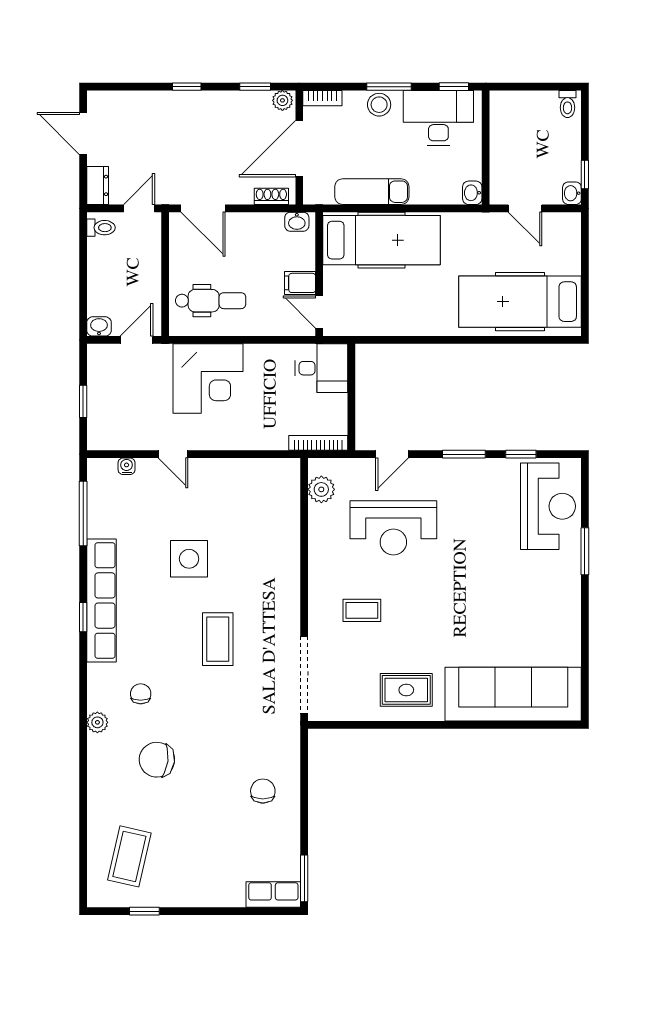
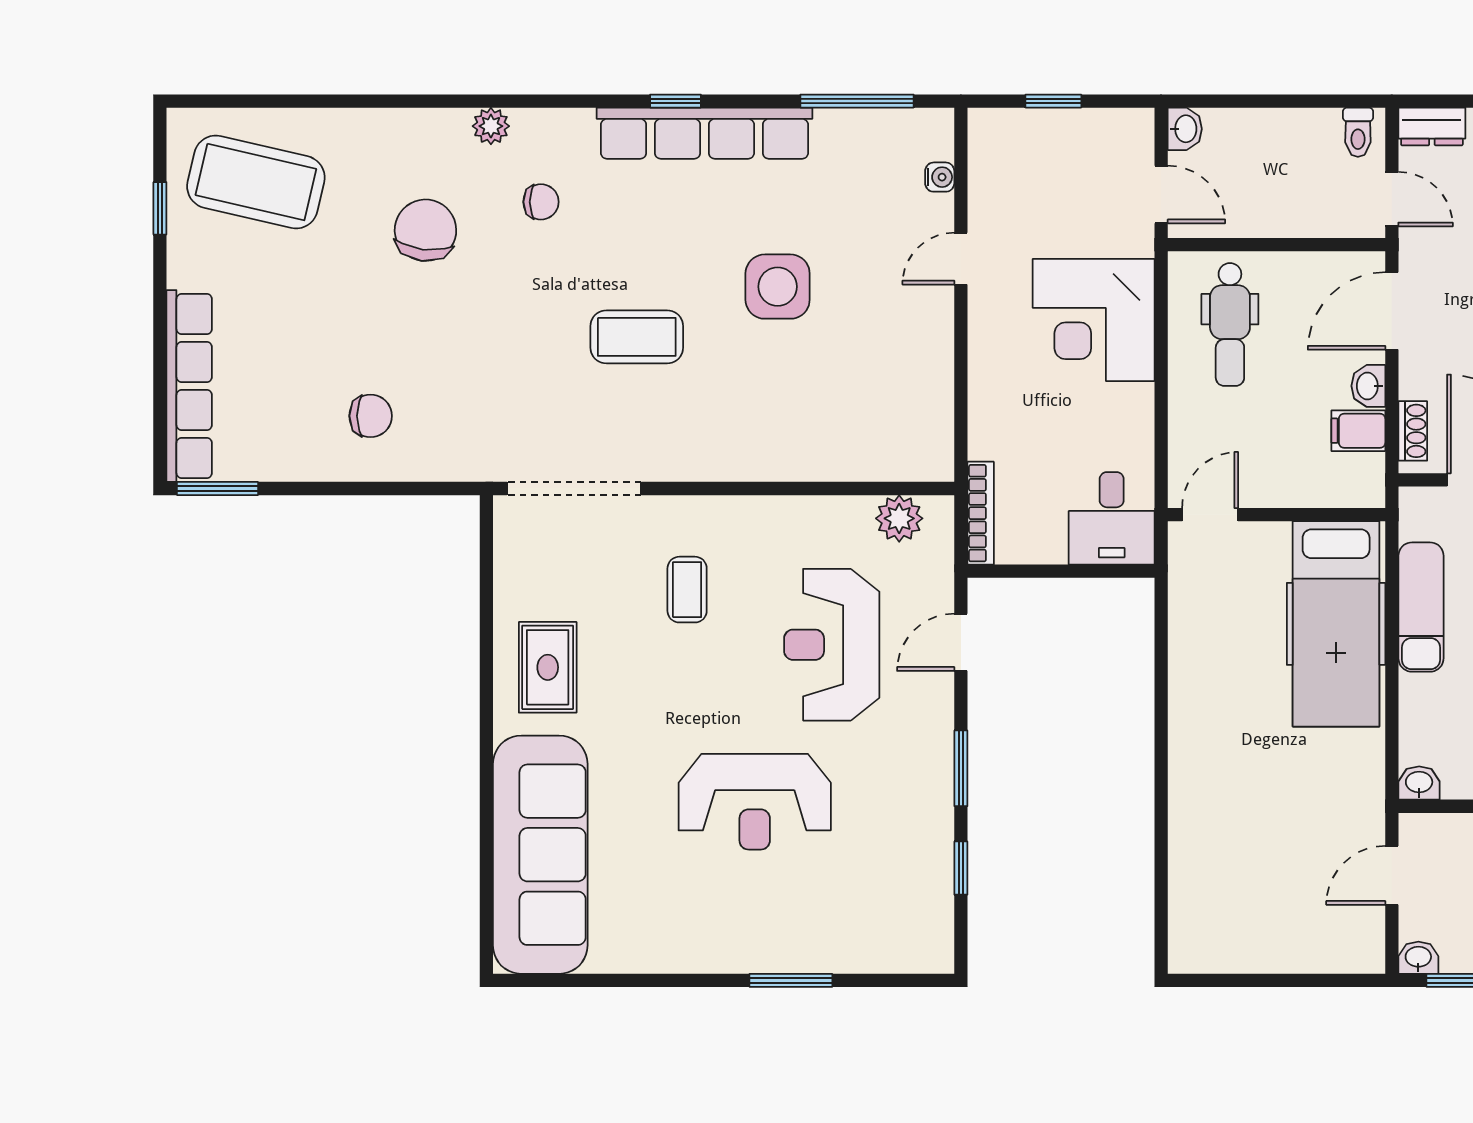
washbasin: (297, 222) -> (1368, 386), moved
filing cabinet: (300, 283) -> (1358, 431), moved, turned -90
hospital bed: (520, 302) -> (1228, 867), removed
door: (392, 454) -> (961, 642), hinge flipped
reception desk: (548, 506) -> (755, 802), moved
coffee table: (129, 856) -> (256, 182), width x1.36, depth x1.32
row of seats: (273, 895) -> (189, 386), width x2.02

